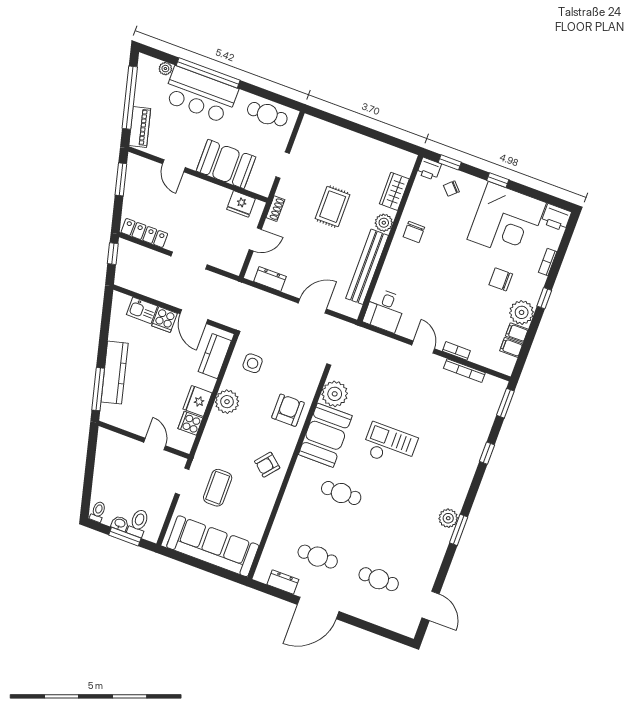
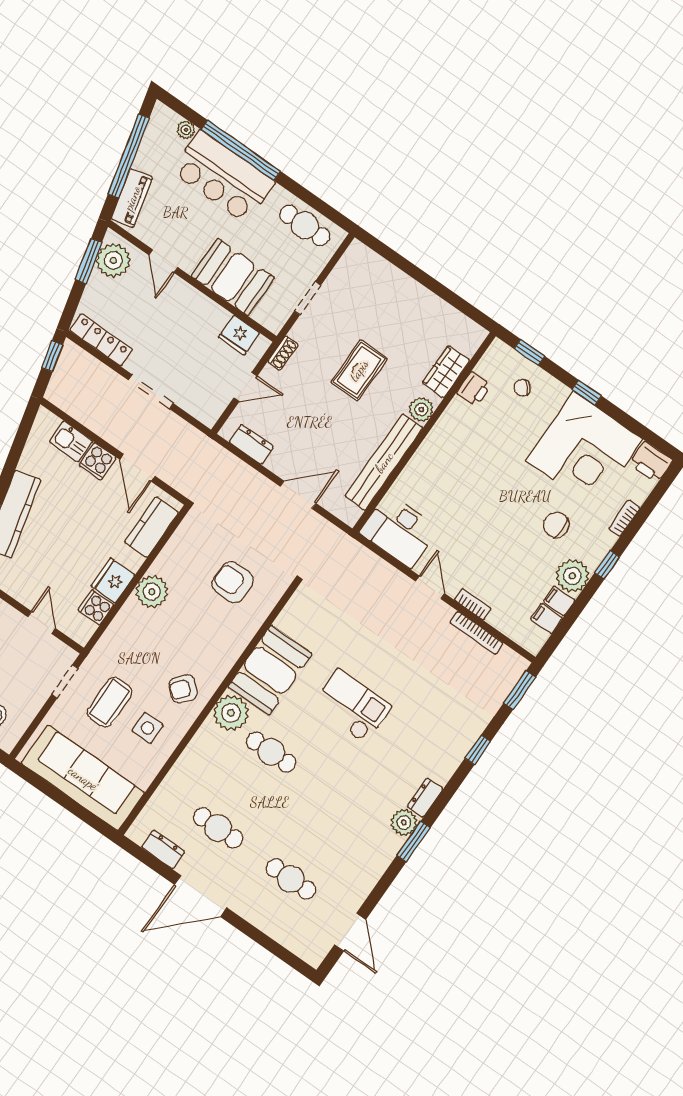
printer: (429, 169) -> (474, 389), moved, turned -90
plant: (138, 174) -> (113, 260), added
chair: (414, 232) -> (458, 432), removed
desk: (385, 310) -> (399, 530), width x1.37
side table: (253, 363) -> (148, 728), moved
plant: (335, 394) -> (231, 713), moved
armchair: (288, 410) -> (233, 582), moved, turned -90
dresser: (459, 497) -> (425, 798), added

